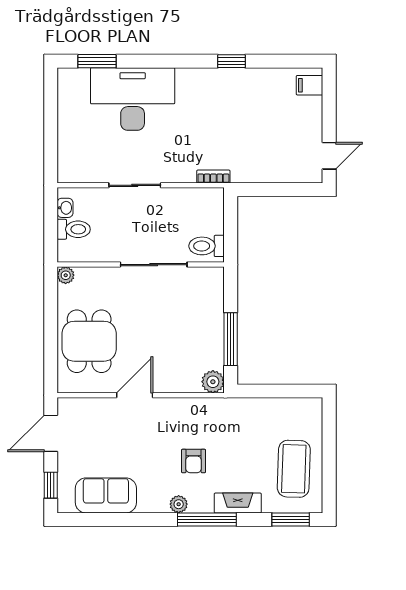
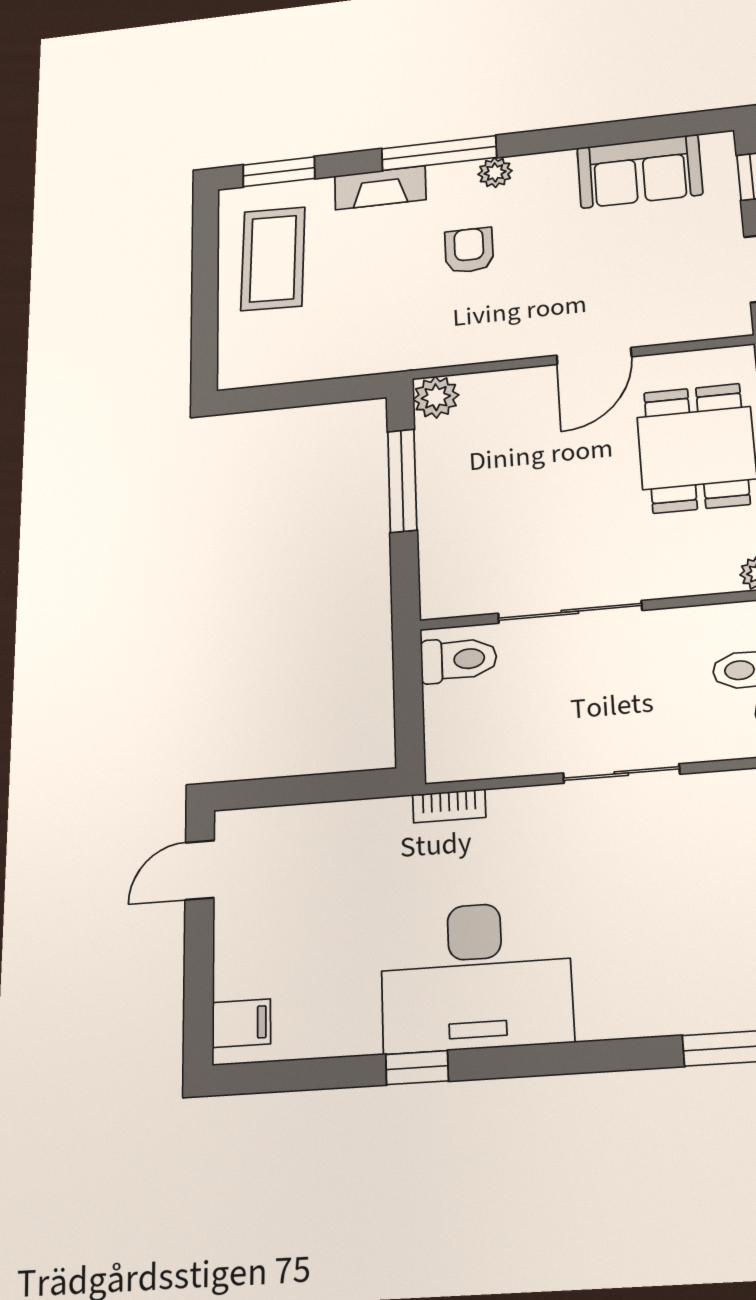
desk: (133, 99) -> (476, 976), moved

